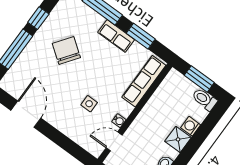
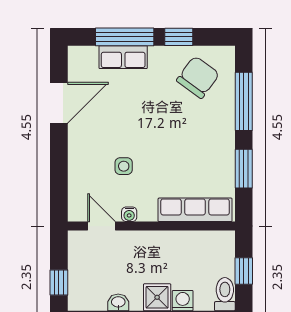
row of seats: (116, 36) -> (123, 57), moved, turned -90
chair: (66, 50) -> (198, 77), moved
window: (199, 79) -> (244, 271), width x0.67

